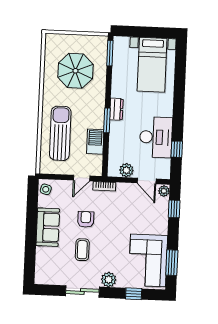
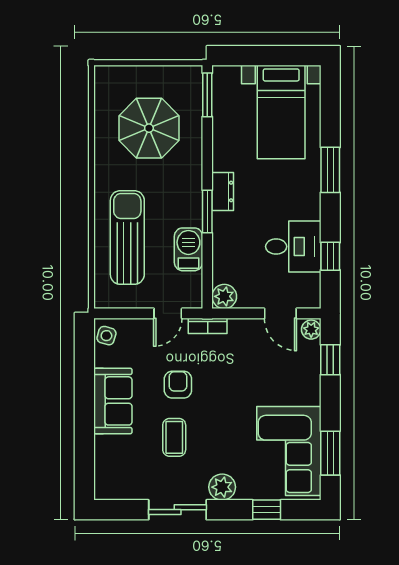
window: (179, 99) -> (330, 170), added
desk: (156, 137) -> (293, 247), width x0.73
plant: (126, 170) -> (224, 296), moved

